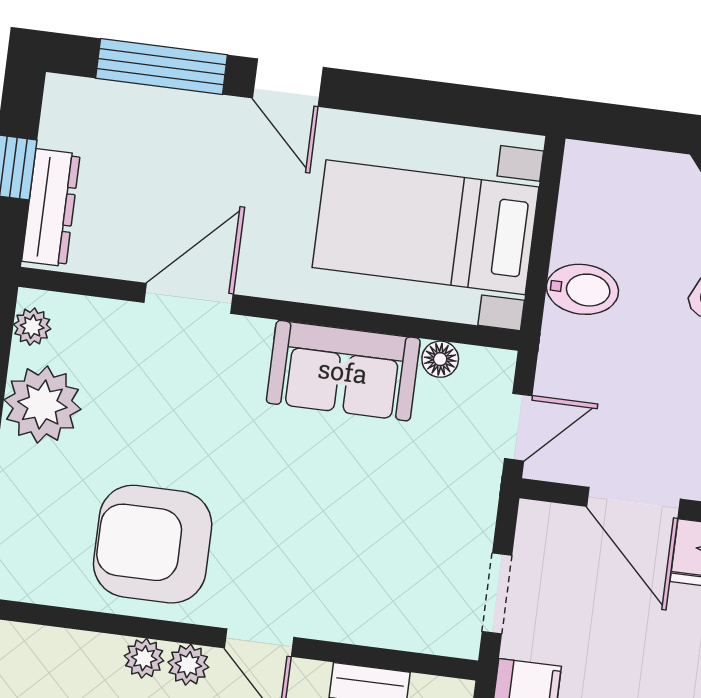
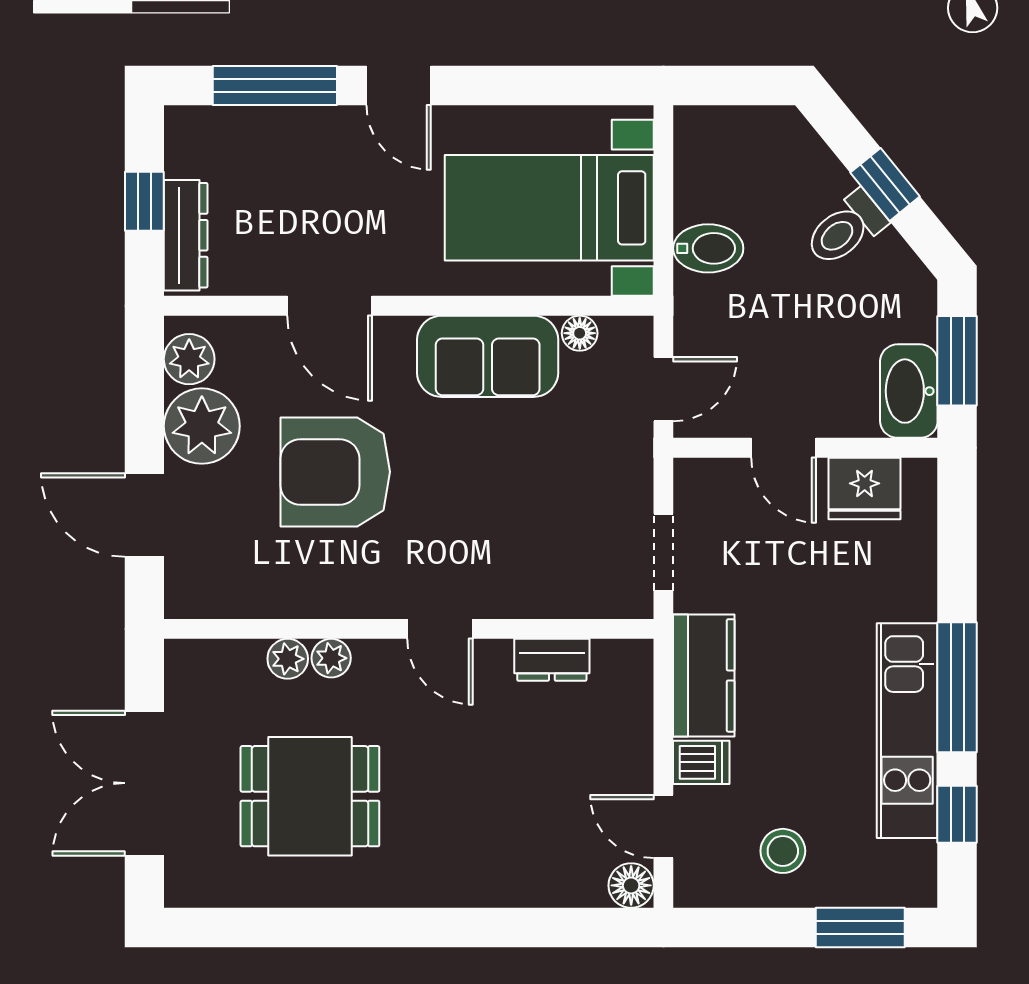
door: (189, 298) -> (330, 306), swing flipped
plant: (32, 327) -> (189, 359), width x1.38, depth x1.38
door: (633, 503) -> (784, 448), width x0.73
armchair: (153, 544) -> (335, 472), moved
plant: (188, 665) -> (288, 659), moved

